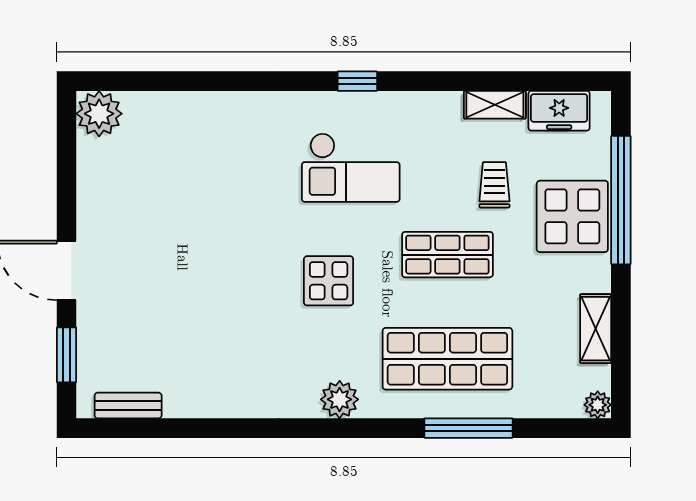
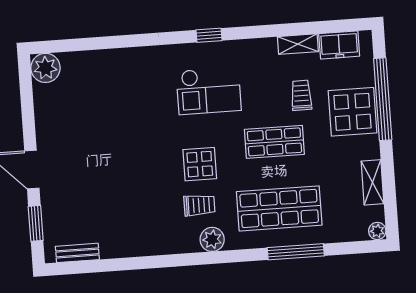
trolley: (323, 345) -> (199, 205), added

